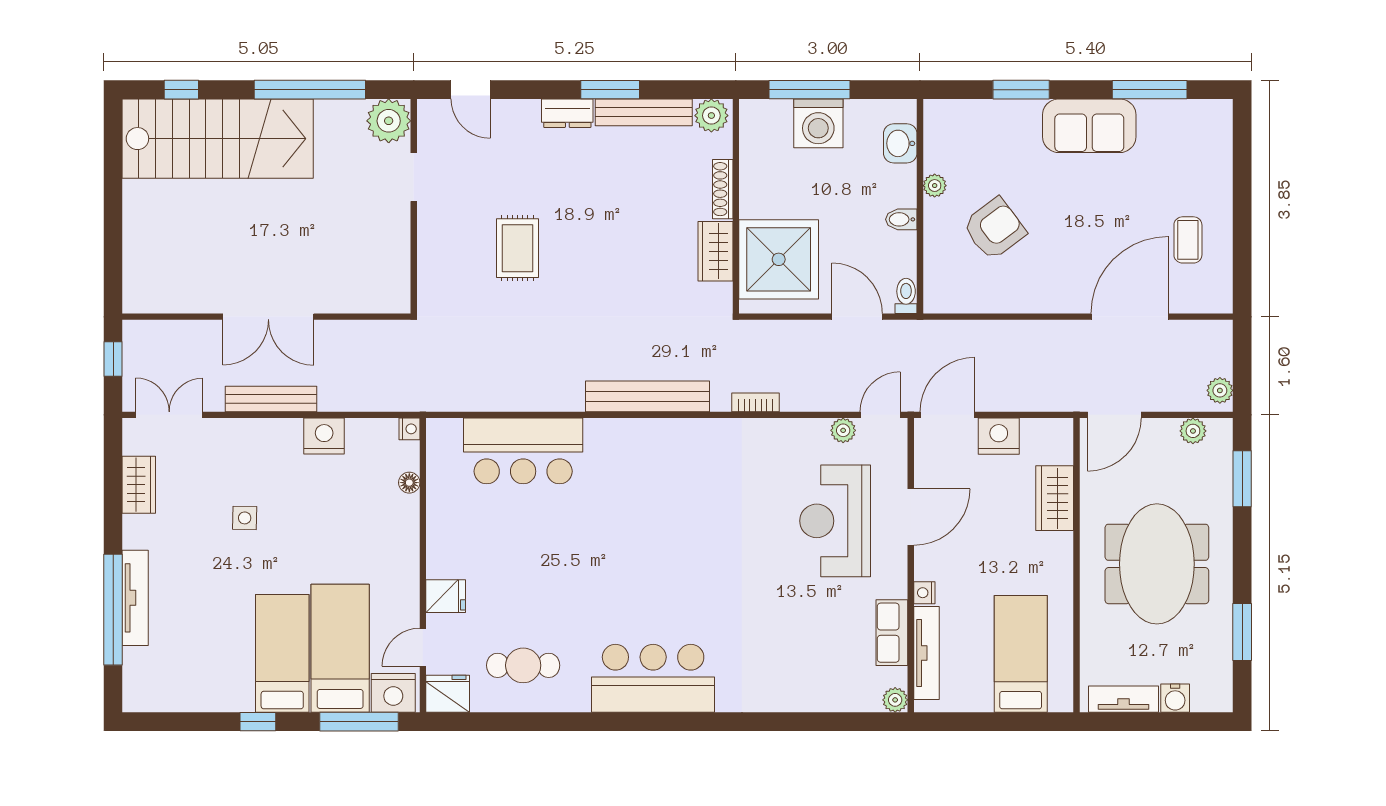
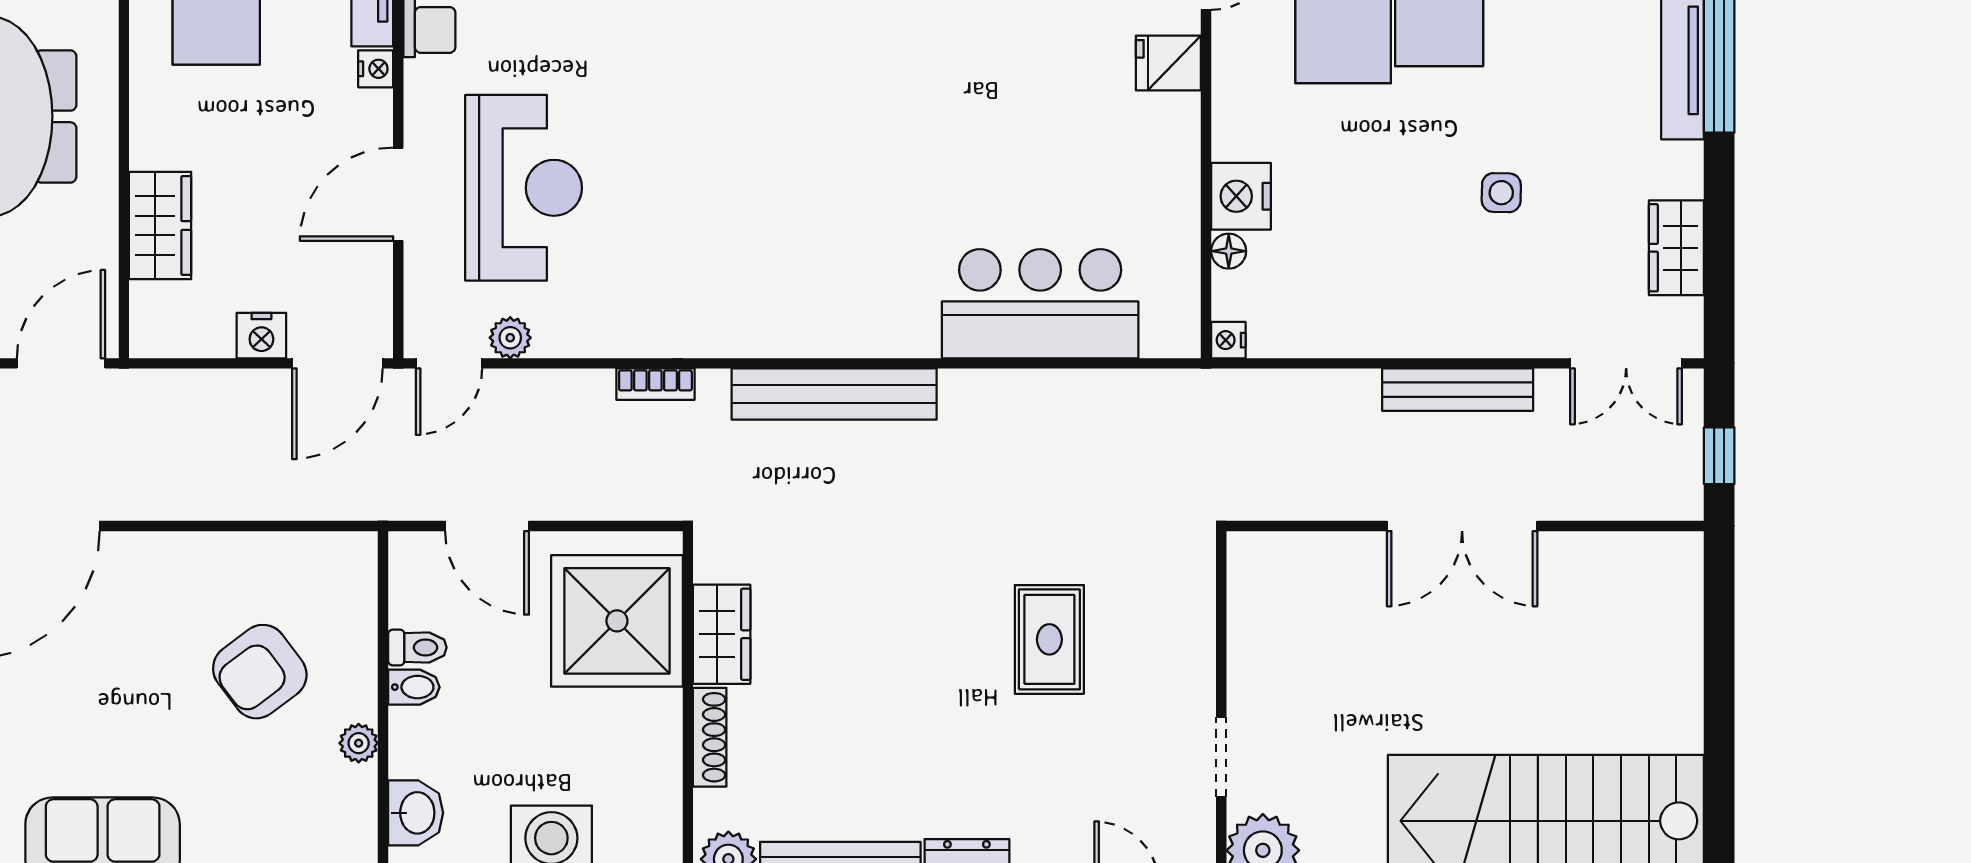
toilet: (906, 296) -> (417, 647), moved, turned -90
double door: (268, 317) -> (1462, 526), swing flipped
nightstand: (324, 436) -> (1241, 196), moved, turned 90
nightstand: (999, 436) -> (261, 336), width x0.74, depth x0.75

